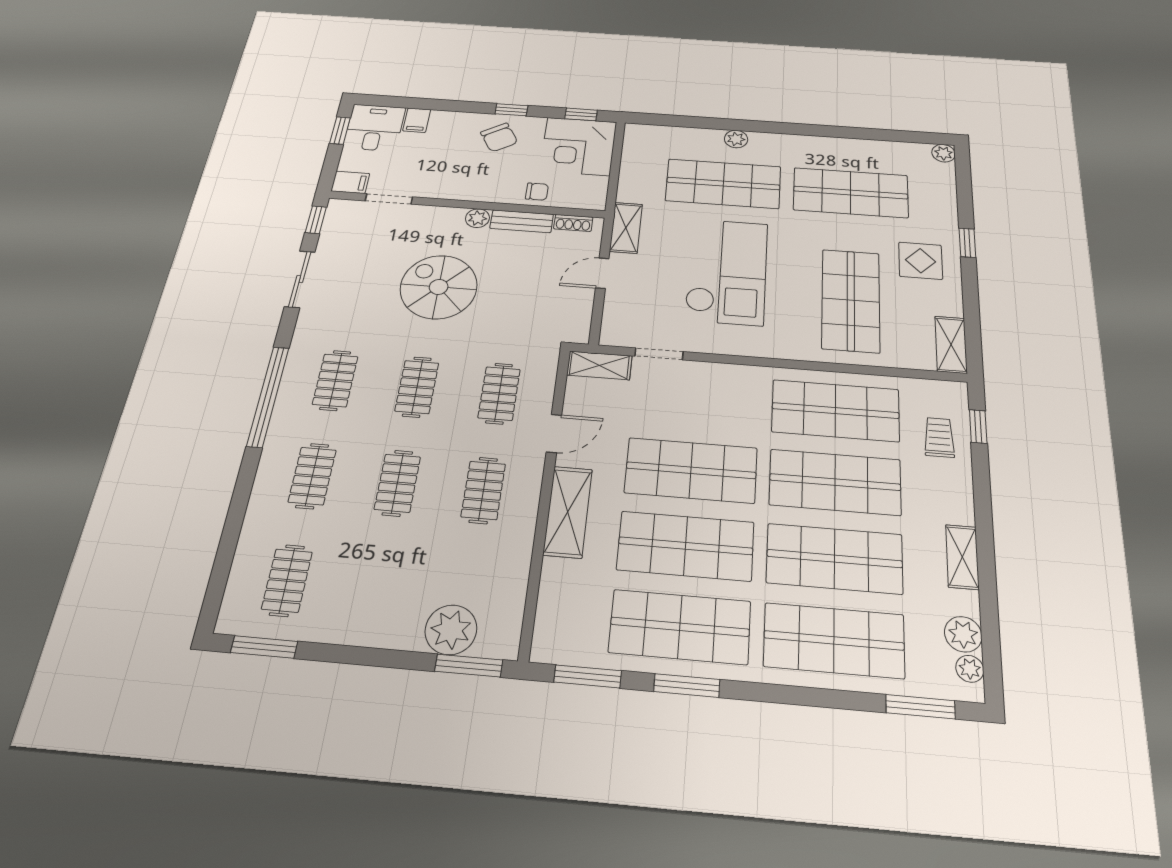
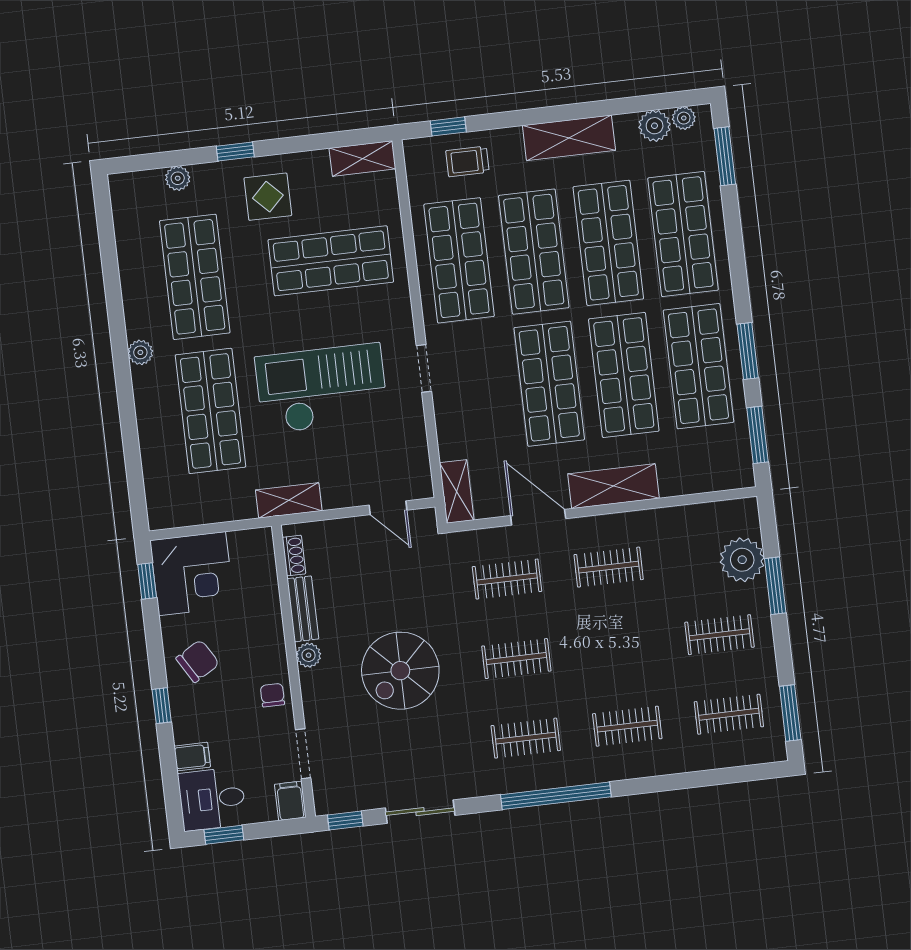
window: (511, 110) -> (162, 706), moved
plant: (736, 139) -> (140, 352), moved
plant: (944, 153) -> (178, 178), moved
chair: (537, 192) -> (272, 695), moved
door: (602, 273) -> (388, 508), moved
doorway: (659, 354) -> (424, 368), moved
door: (554, 433) -> (538, 517), width x1.37
clothes rail: (397, 483) -> (720, 635), moved
shelving: (962, 557) -> (569, 138), width x1.50, depth x1.33
window: (469, 666) -> (775, 586), moved

